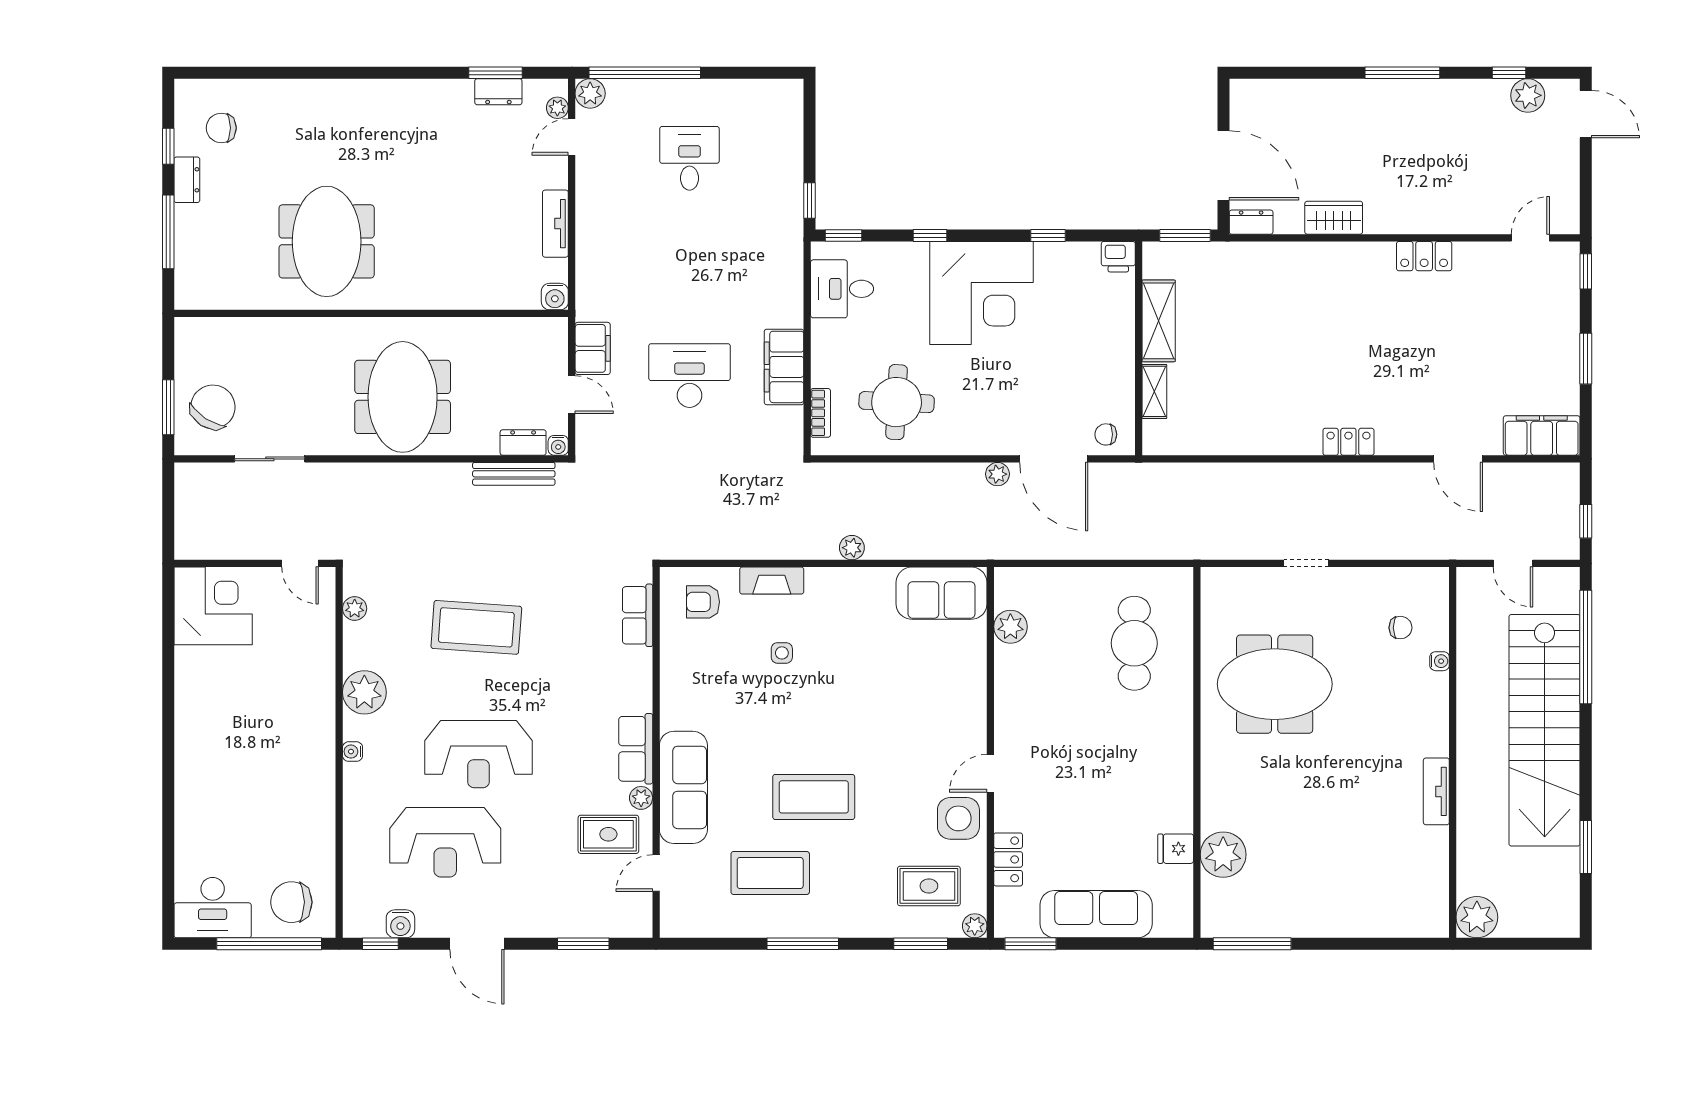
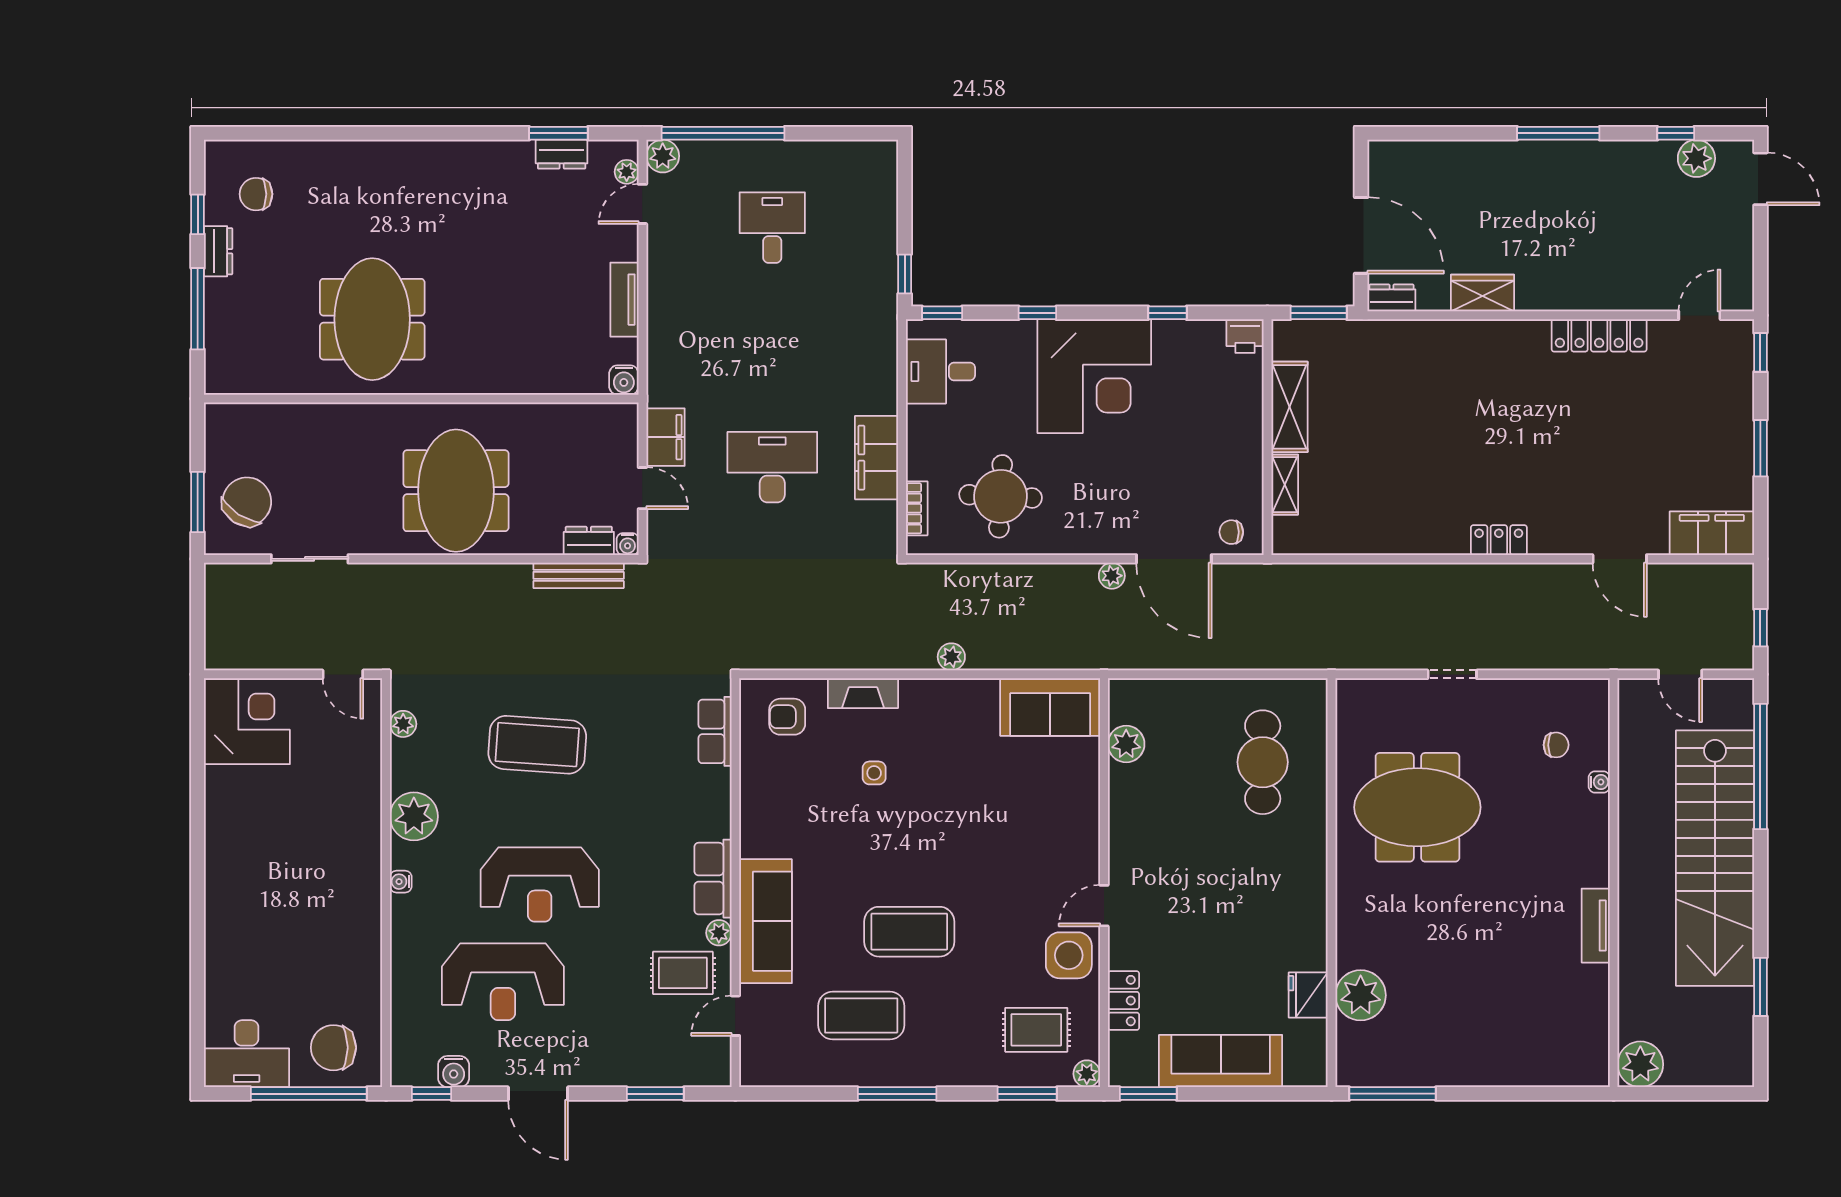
locker: (1424, 256) -> (1599, 335), width x1.53
fridge: (1176, 849) -> (1308, 995), width x1.38

